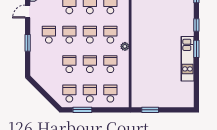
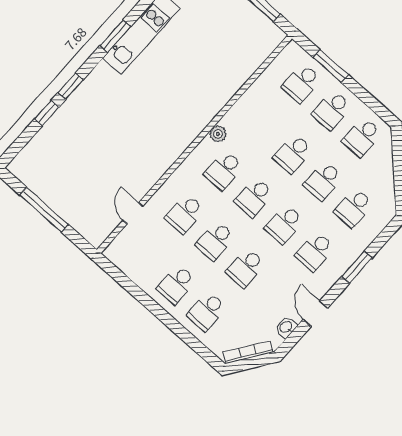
door: (28, 11) -> (315, 314), swing flipped
window: (196, 25) -> (71, 86), moved
school desk: (110, 64) -> (354, 208), moved
window: (82, 110) -> (331, 66), moved

